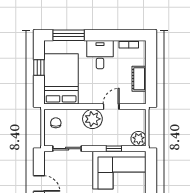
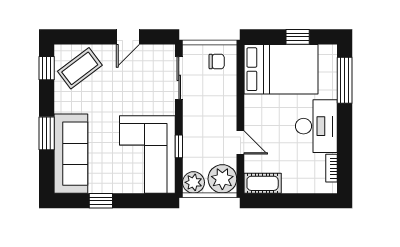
desk: (100, 55) -> (316, 126), width x1.37
cot: (139, 79) -> (263, 183), moved
plant: (92, 119) -> (222, 179), moved

